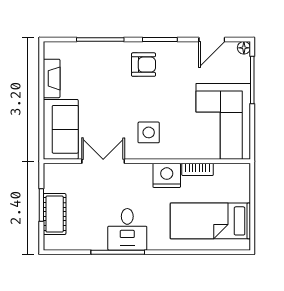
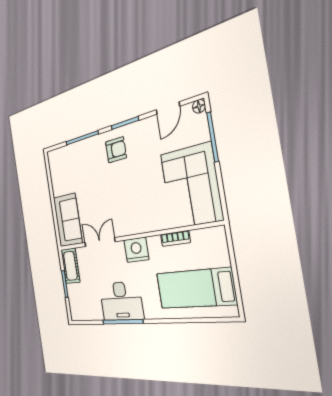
fireplace: (52, 78) -> (56, 180), removed
side table: (149, 132) -> (129, 210), removed
nightstand: (167, 175) -> (136, 250), moved
cot: (55, 214) -> (70, 266), moved
desk: (127, 229) -> (121, 301), width x1.37

